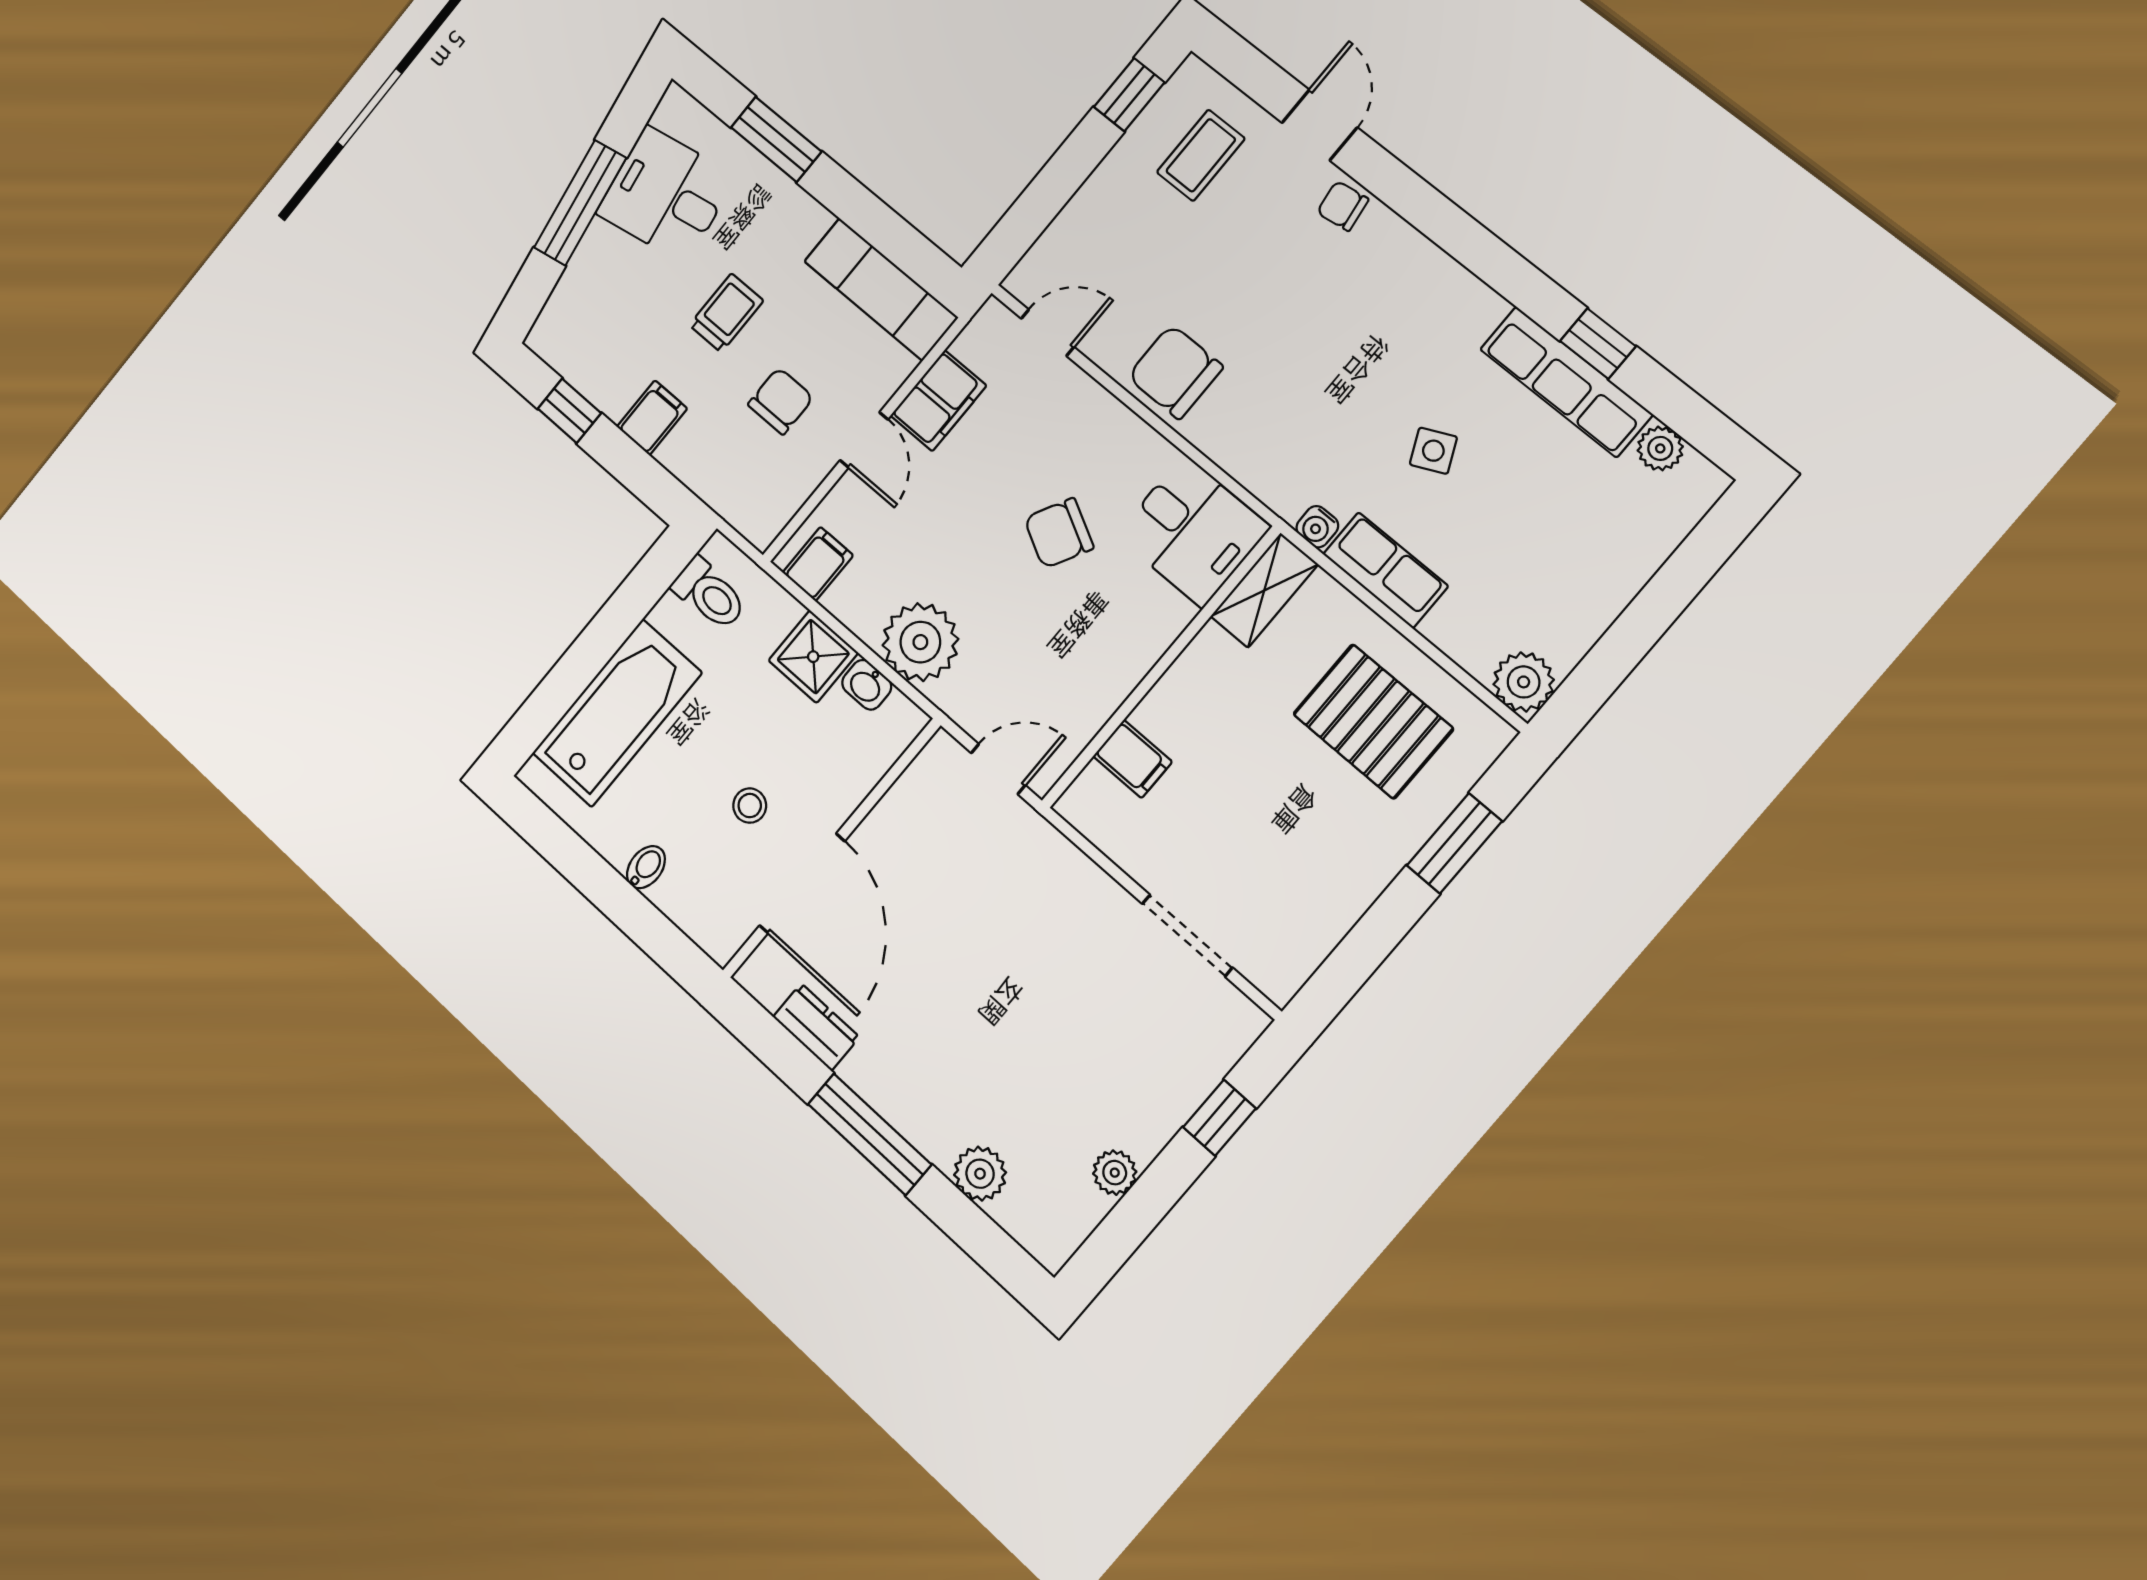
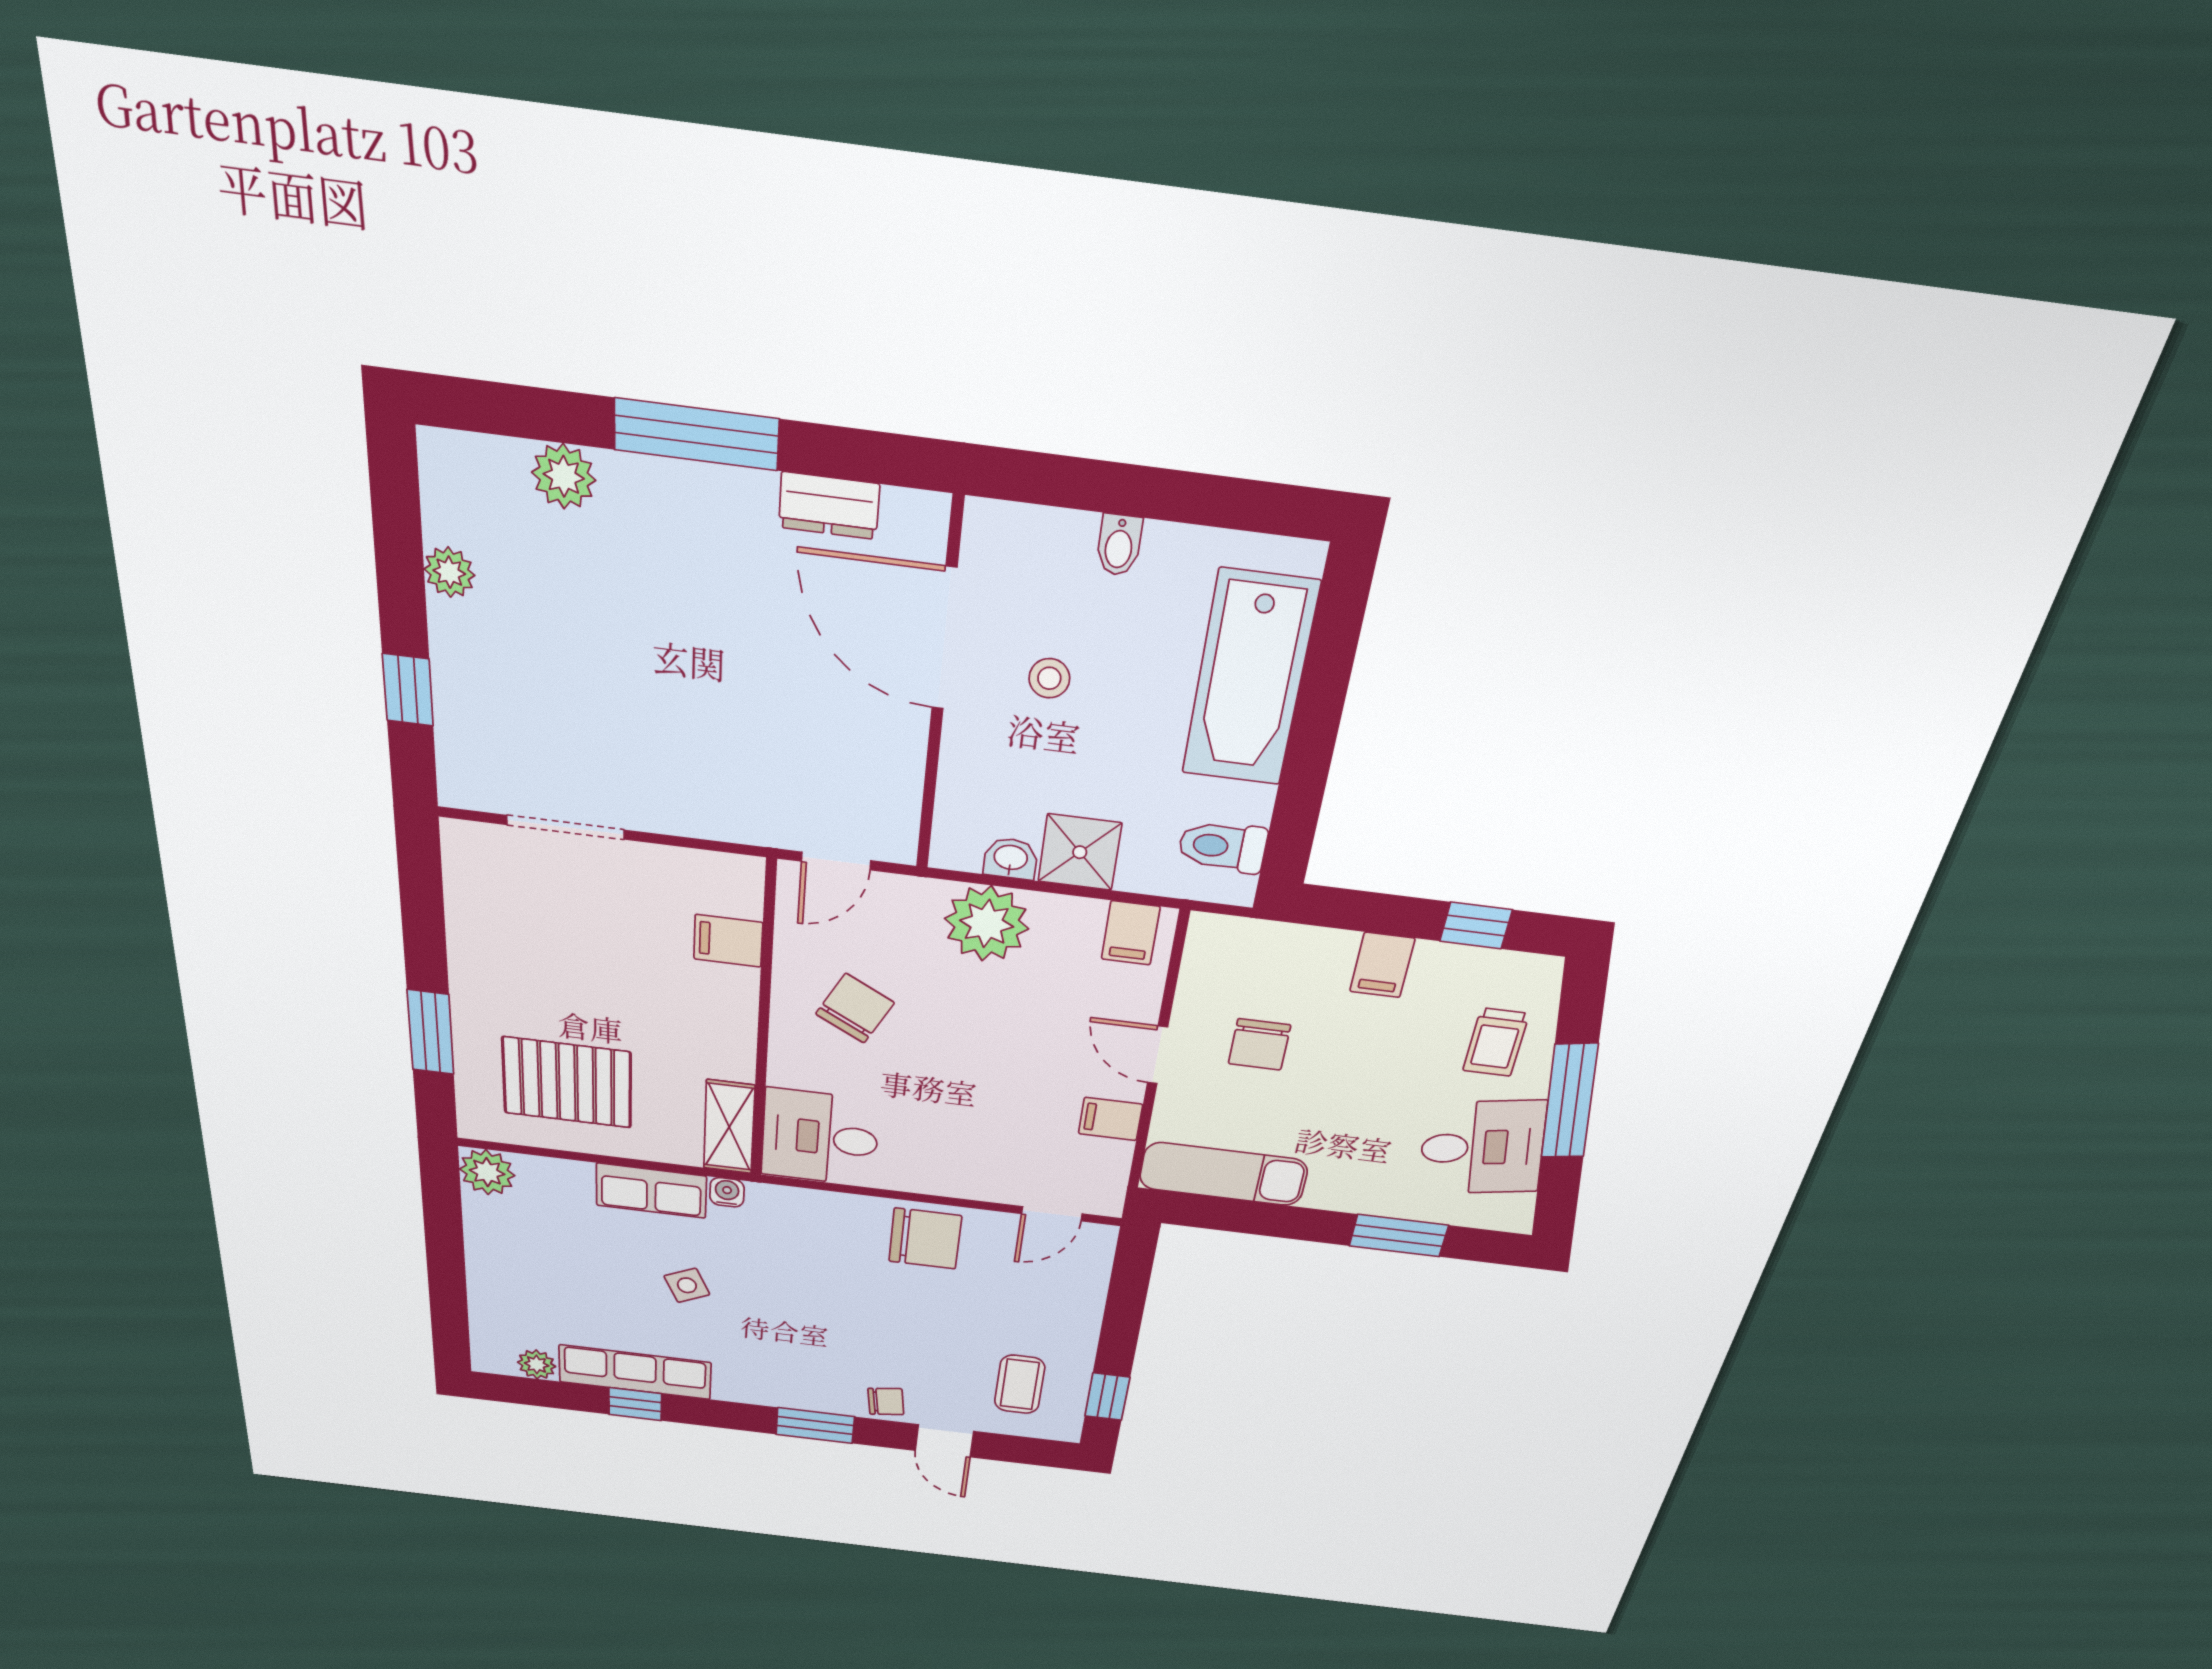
window: (1434, 215) -> (815, 1425), added
trolley: (726, 313) -> (1496, 1042), moved
filing cabinet: (938, 401) -> (1111, 1119), width x0.50
chair: (1059, 533) -> (855, 1008), moved

